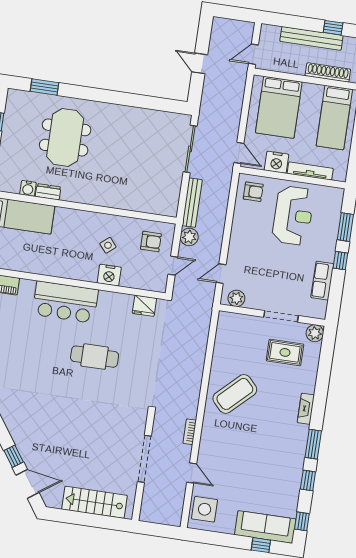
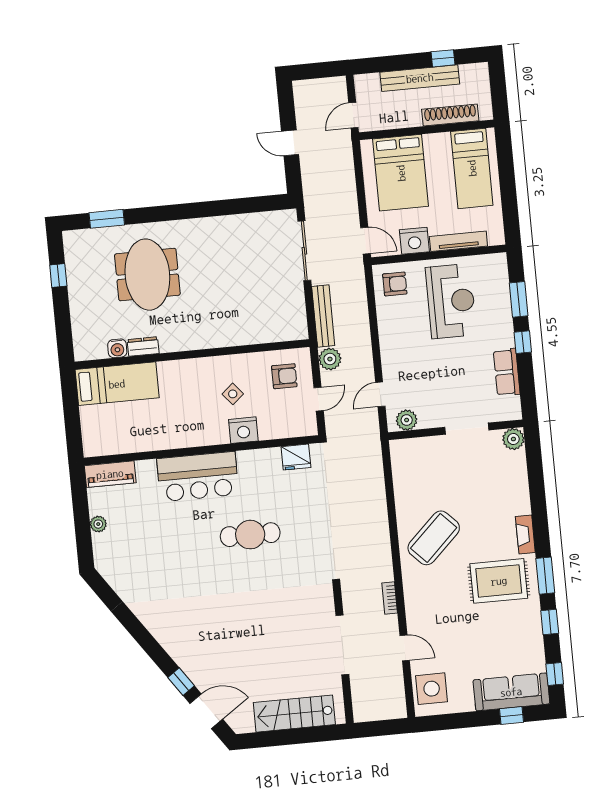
rug: (285, 352) -> (499, 581), moved, width x1.36, depth x1.43

